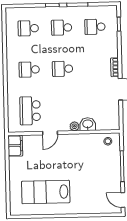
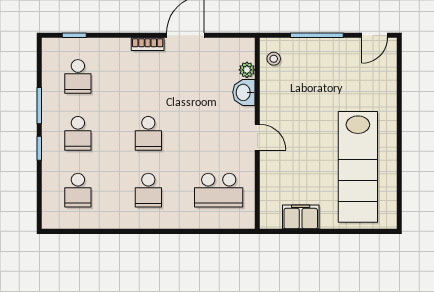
plant: (74, 126) -> (247, 70), moved
door: (50, 133) -> (257, 137), moved
filing cabinet: (15, 146) -> (301, 217), moved
lab bench: (46, 192) -> (358, 167), width x1.36

